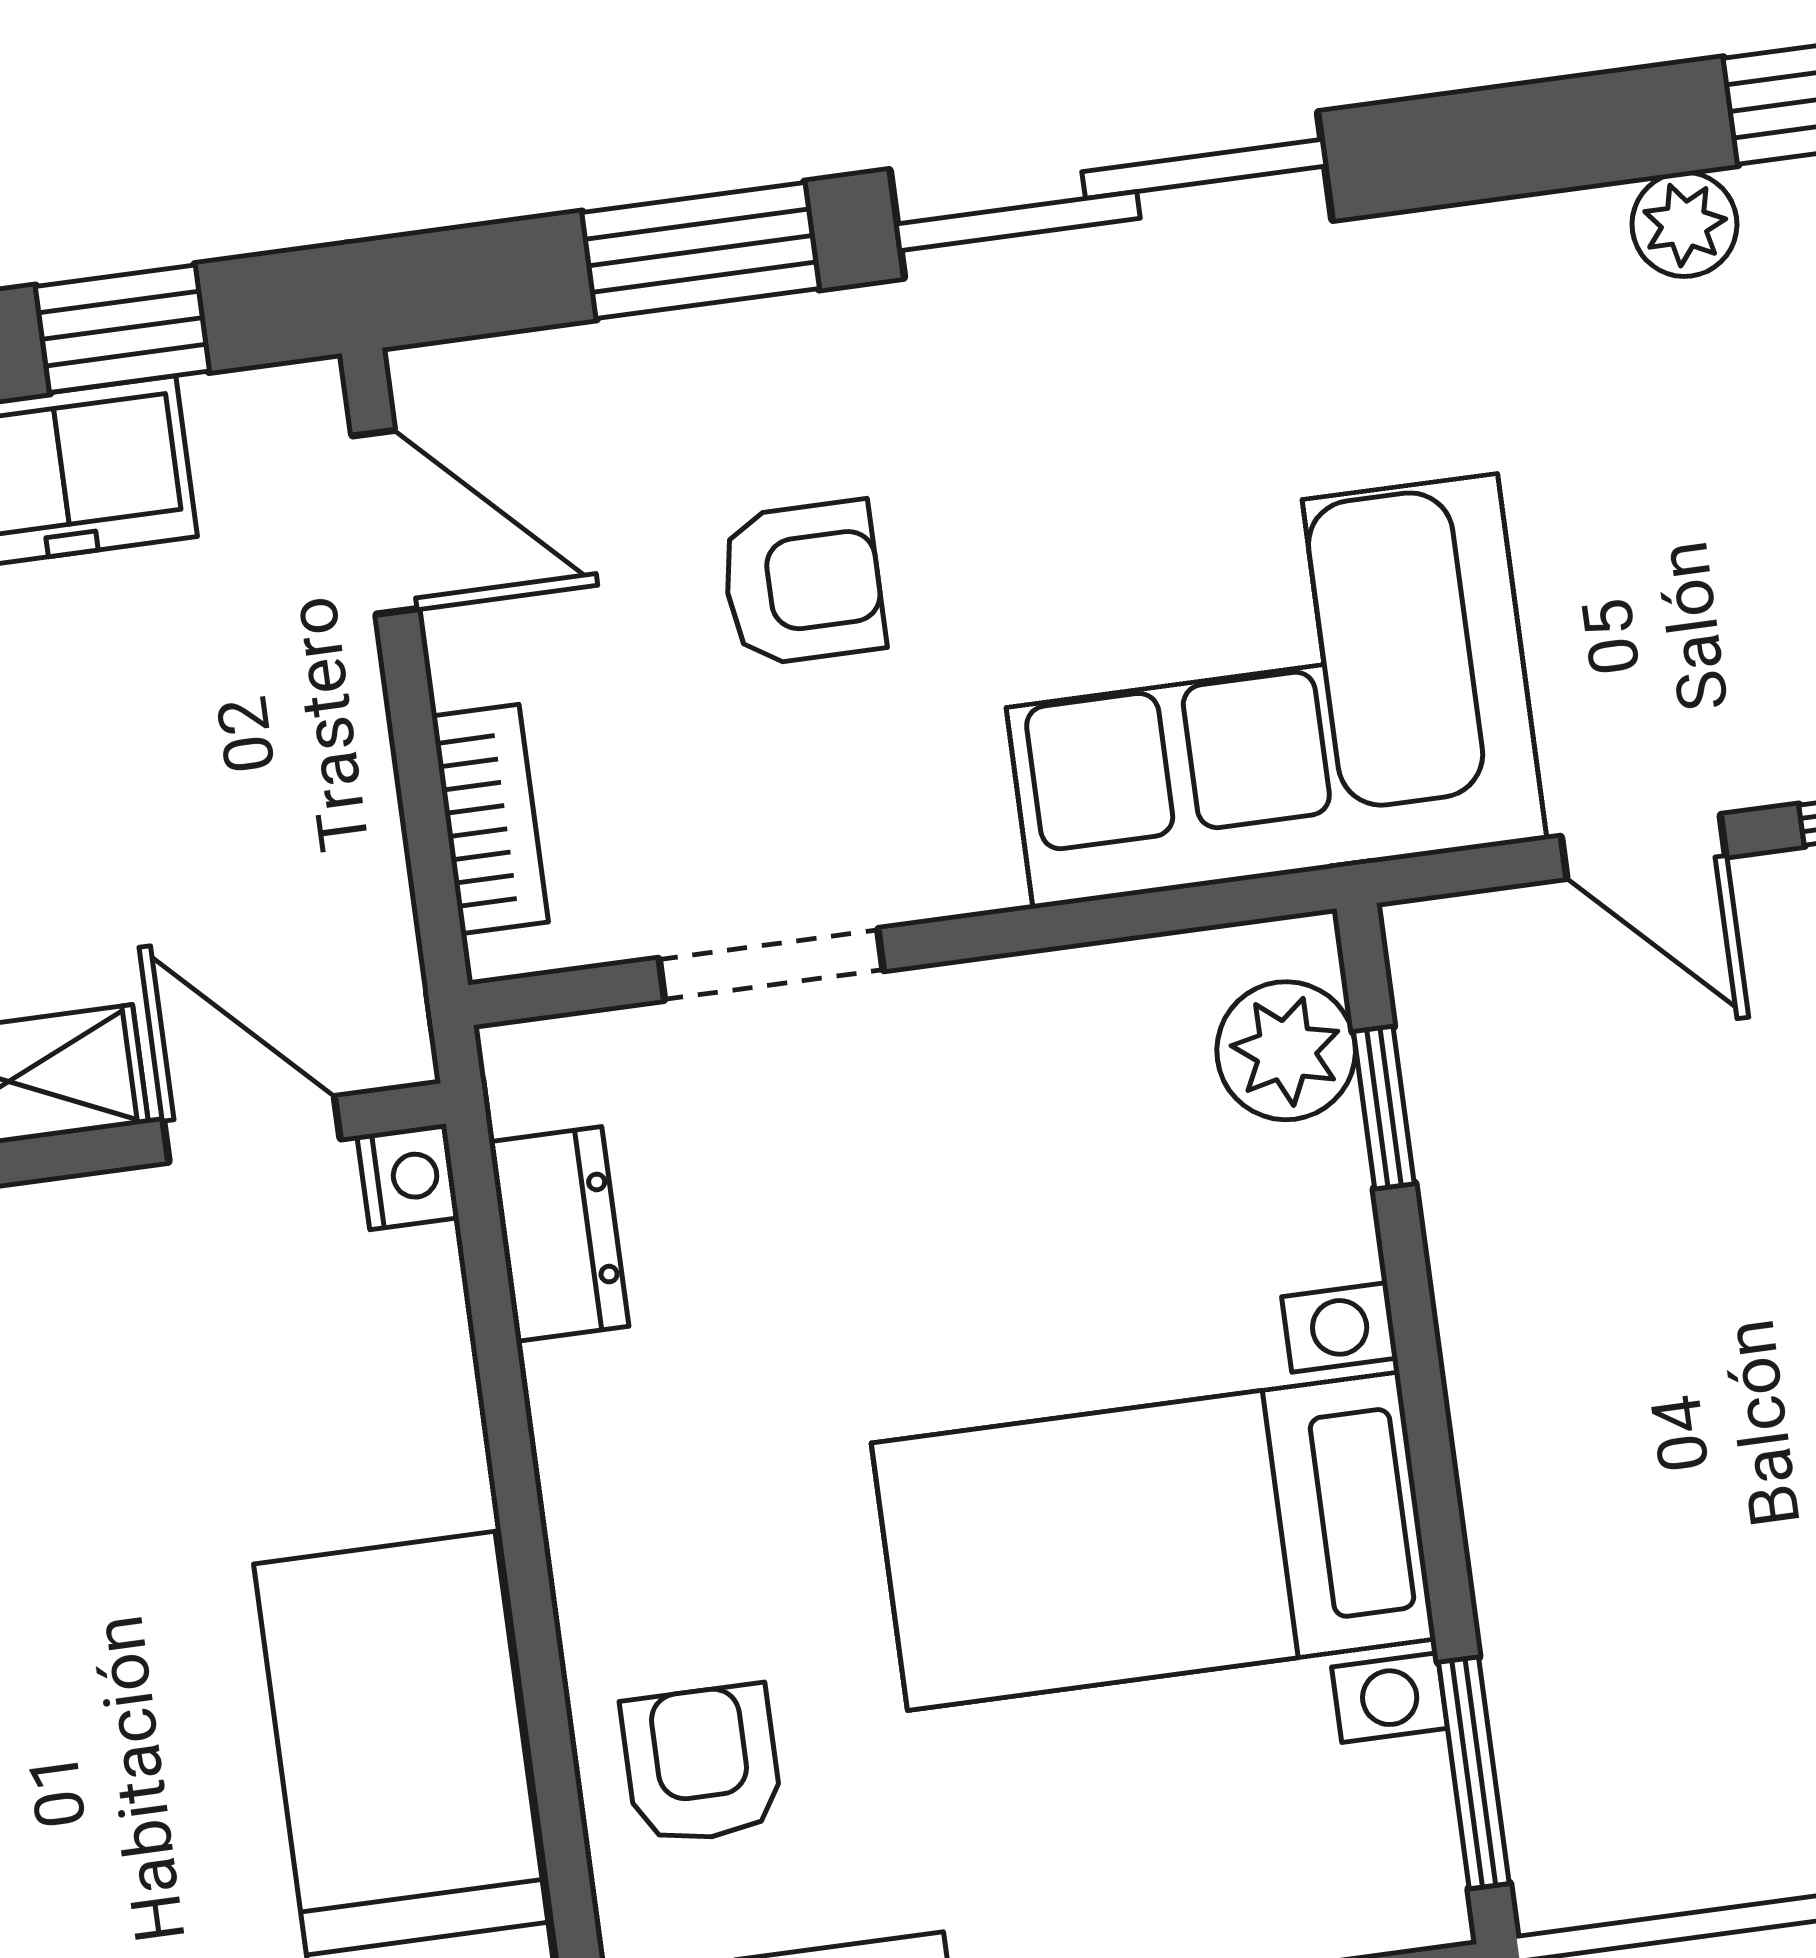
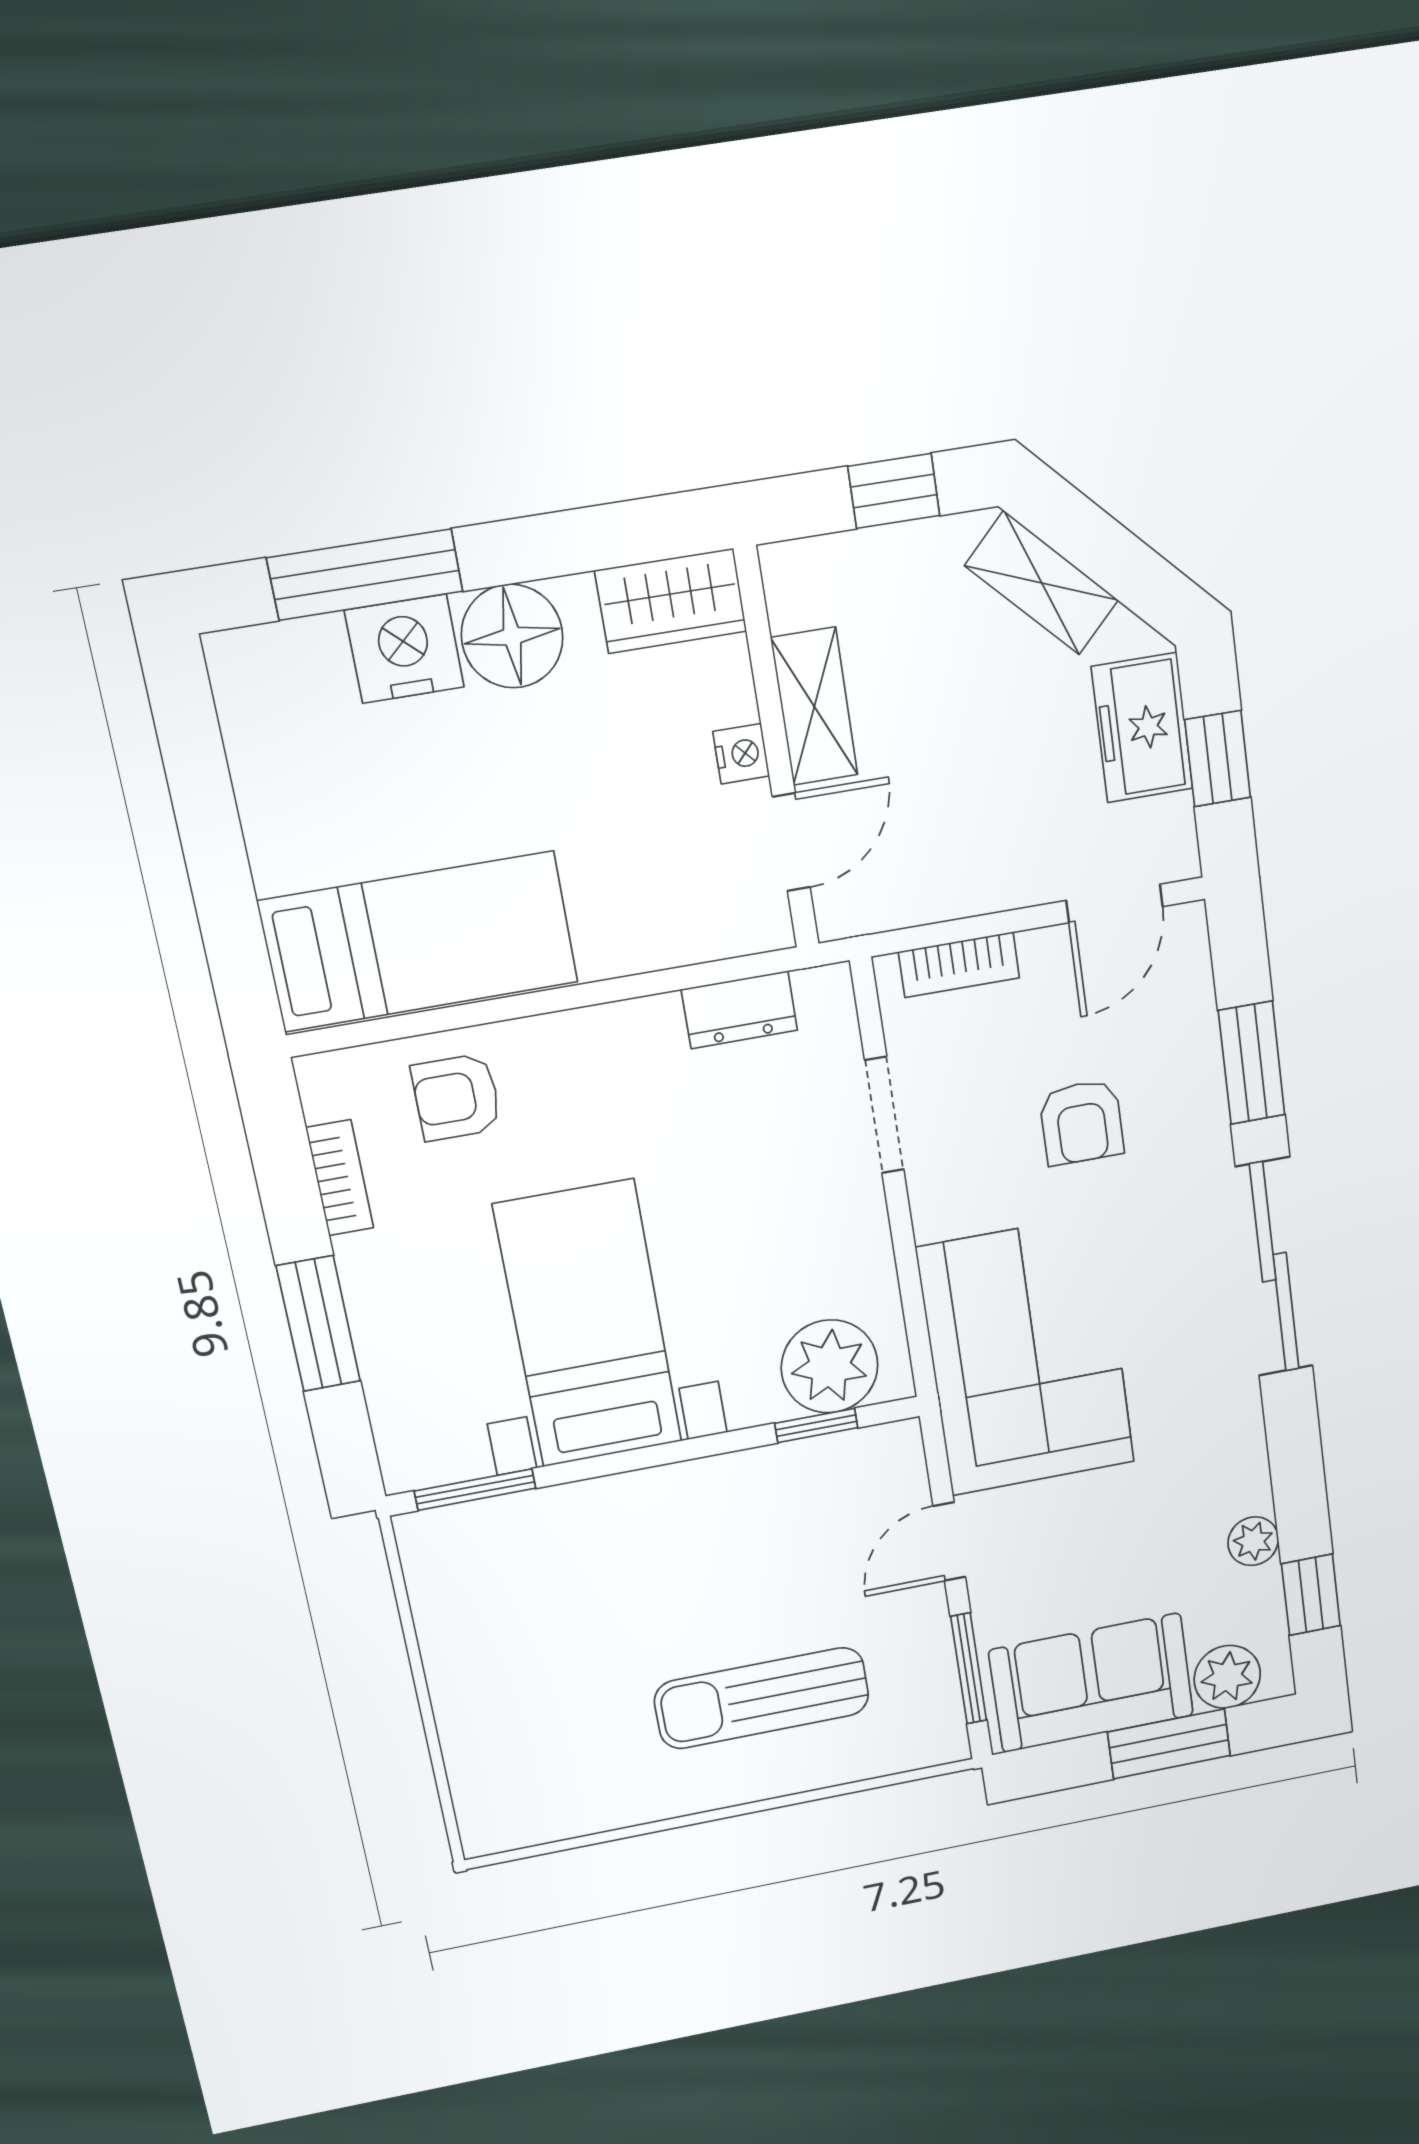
plant: (1286, 1051) -> (830, 1366), width x1.36, depth x1.36
nightstand: (408, 1177) -> (741, 754), moved, turned -90
armchair: (702, 1764) -> (456, 1097), turned 180

